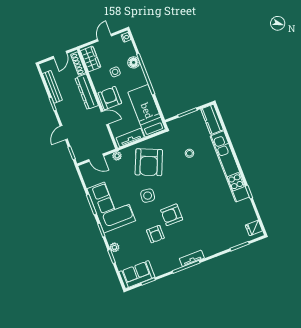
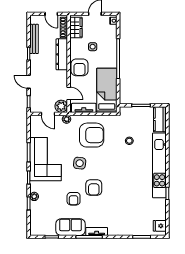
door: (60, 55) -> (51, 14), hinge flipped
floor lamp: (134, 62) -> (111, 45), removed
armchair: (110, 98) -> (79, 67), turned 180
door: (105, 118) -> (69, 93), moved
door: (64, 133) -> (29, 82), hinge flipped
plant: (106, 145) -> (61, 106), added
armchair: (149, 162) -> (92, 135), turned -113
armchair: (172, 215) -> (94, 188), turned -90
sofa: (137, 275) -> (70, 227), moved

